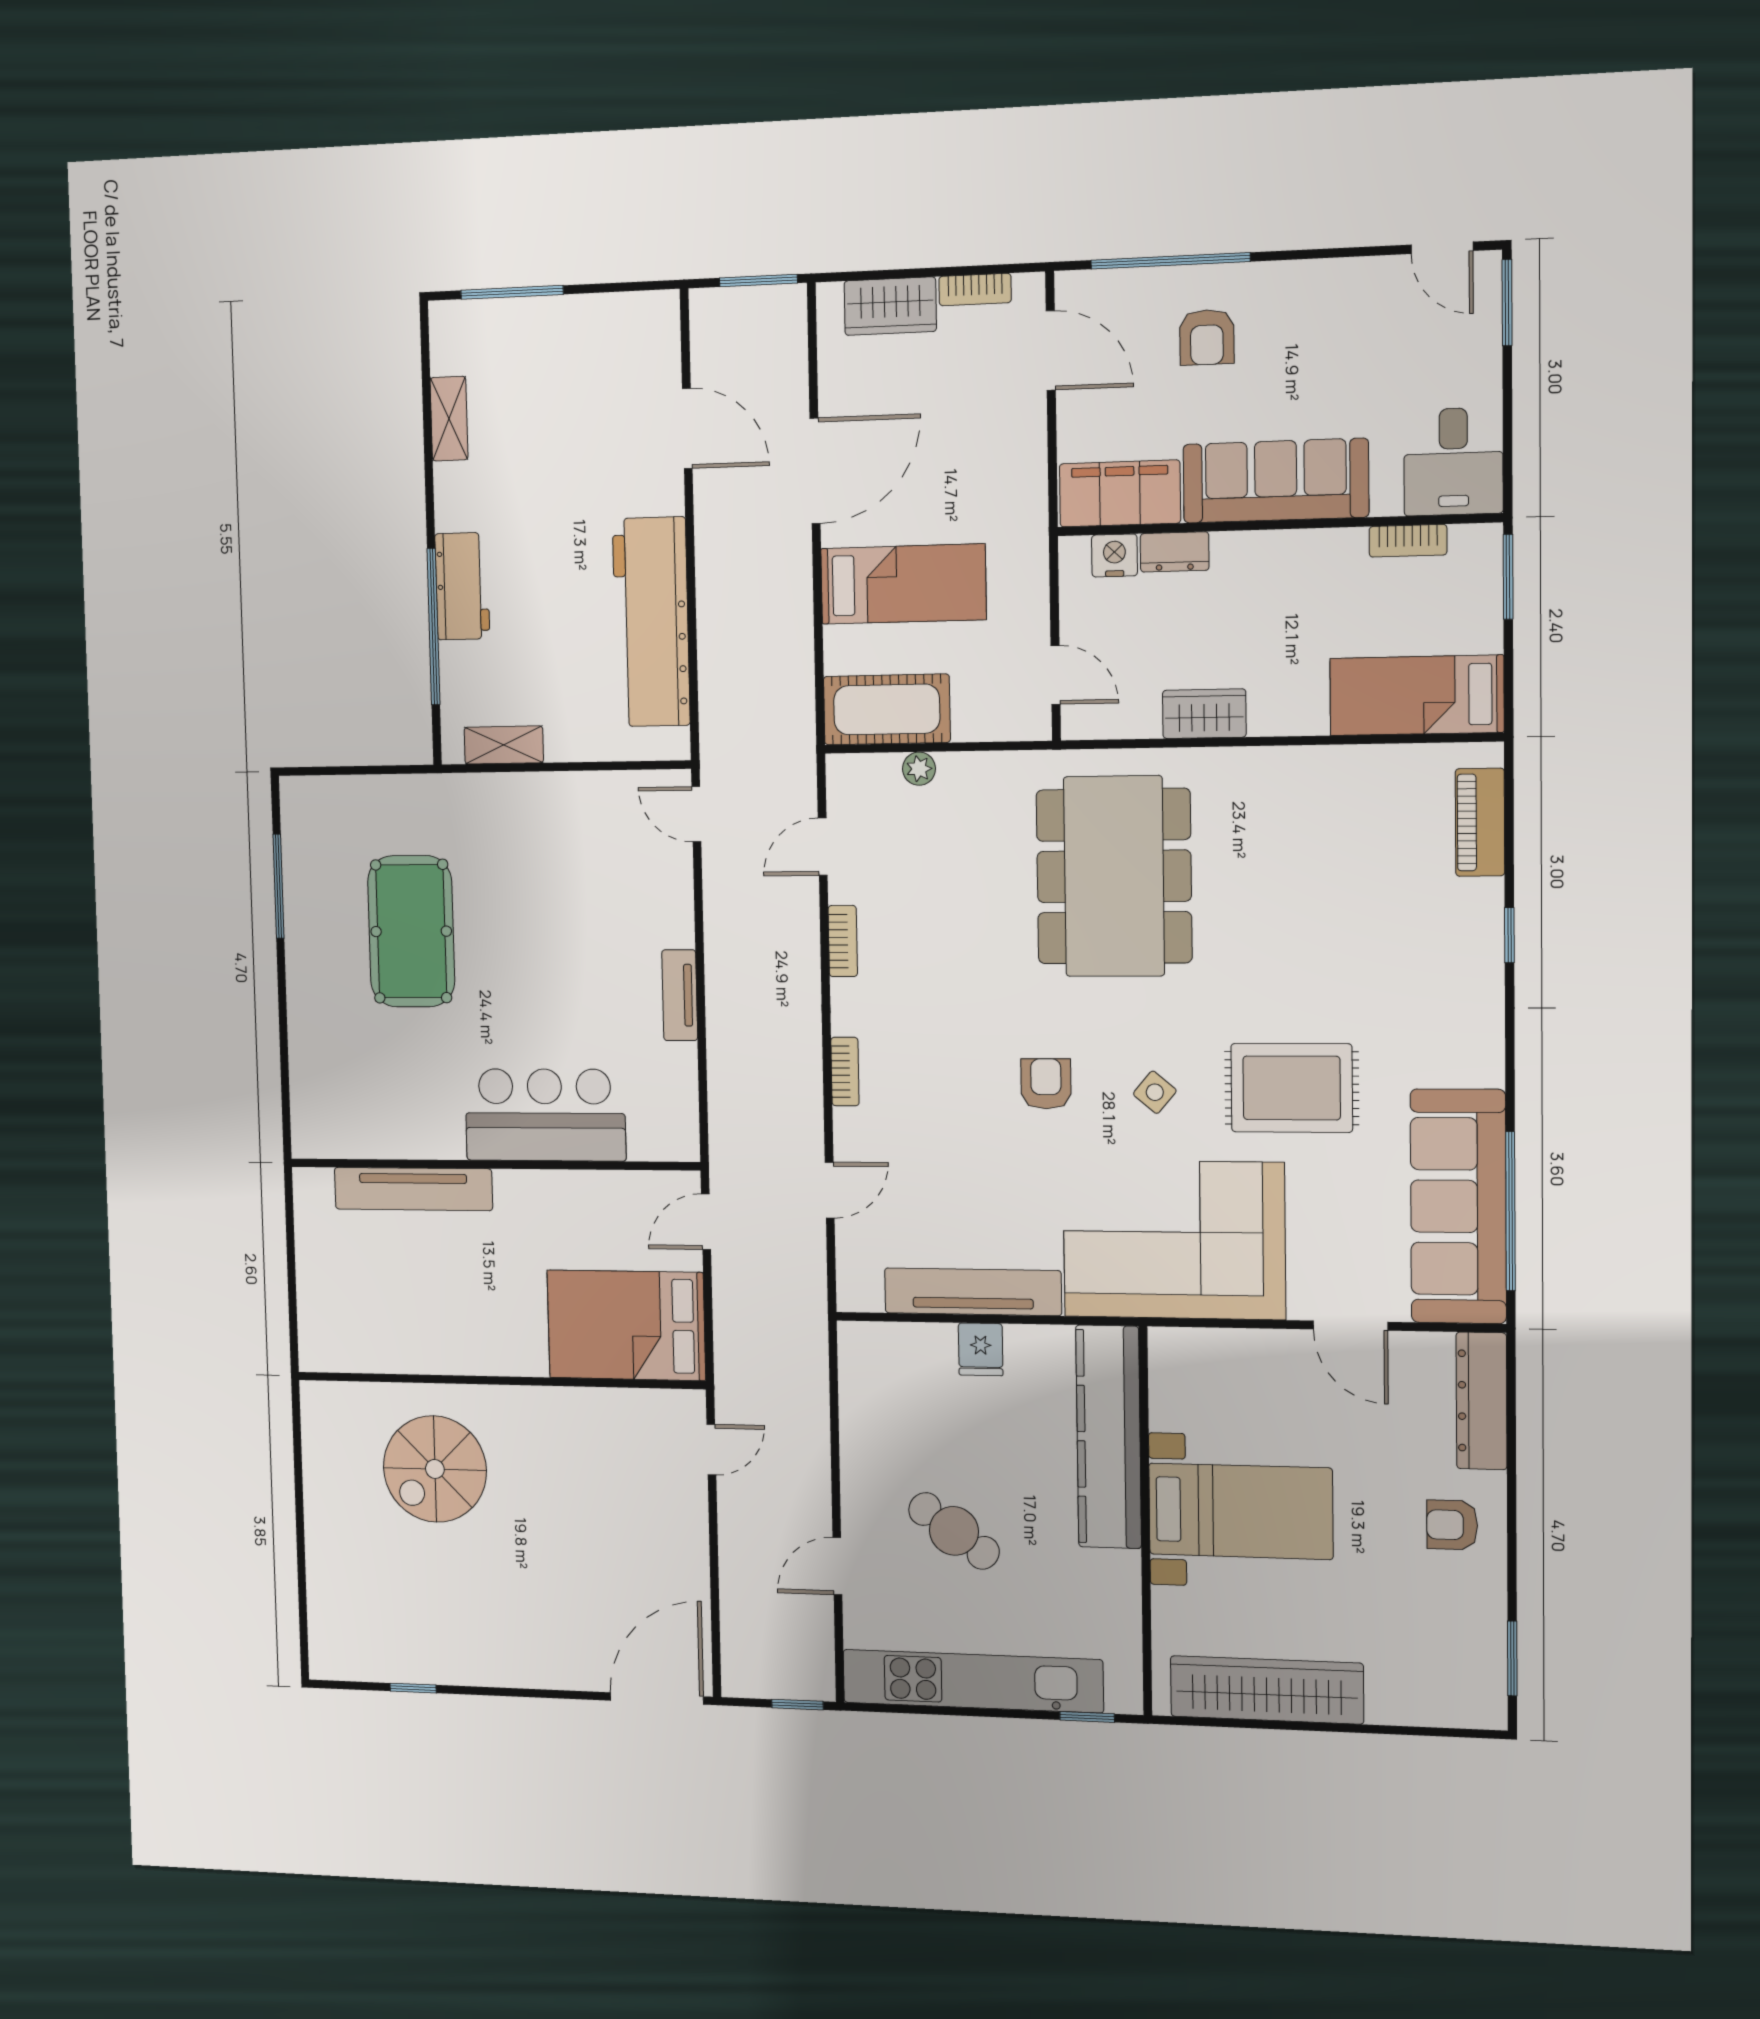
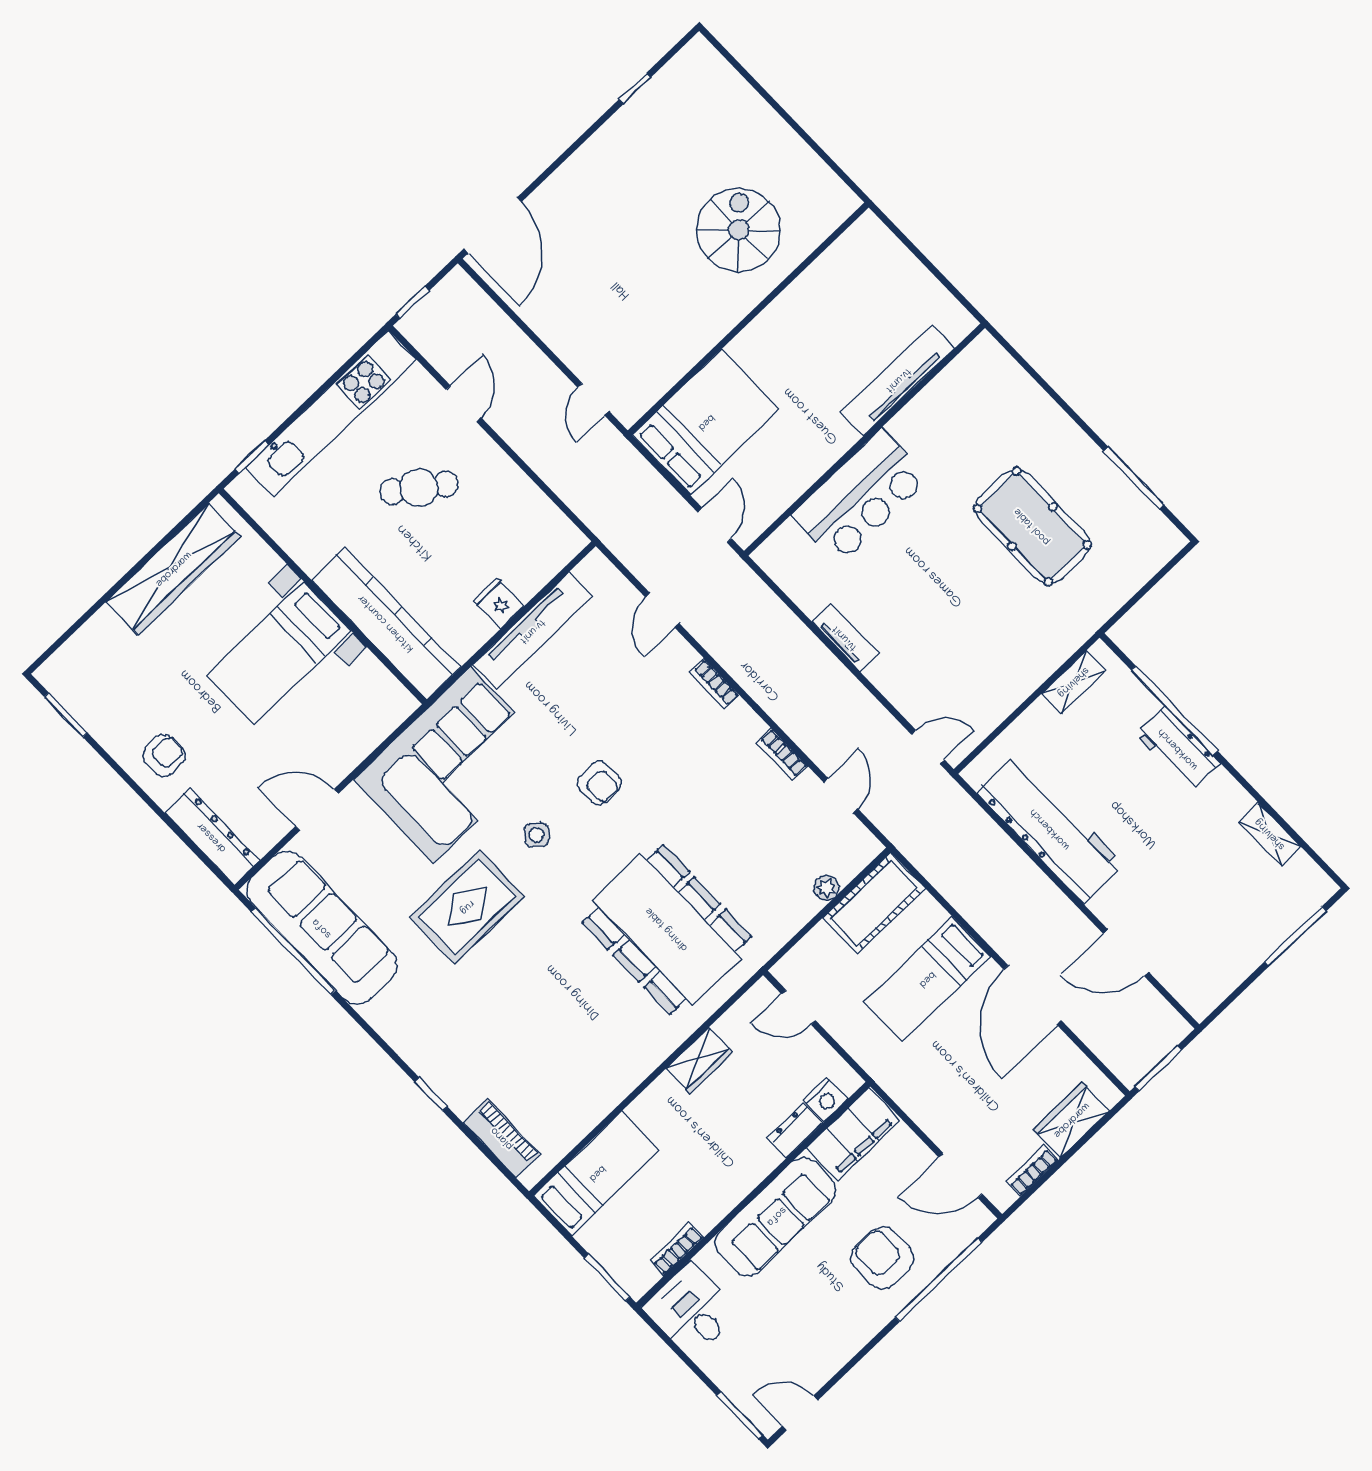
armchair: (1207, 337) -> (882, 1258), width x1.38, depth x1.38

